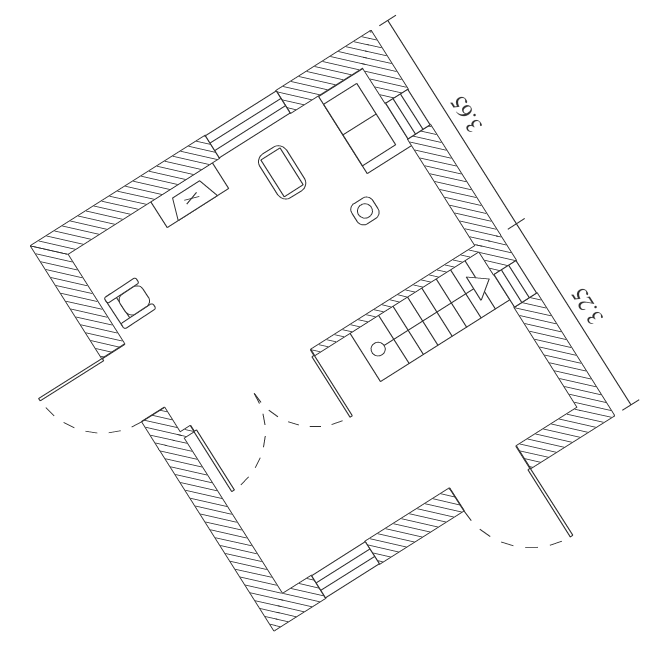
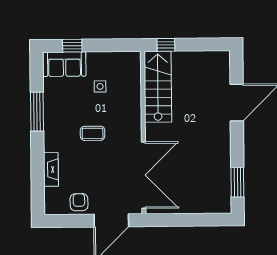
coffee table: (282, 172) -> (93, 133), moved
fireplace: (190, 195) -> (51, 169), moved

